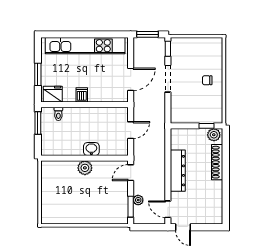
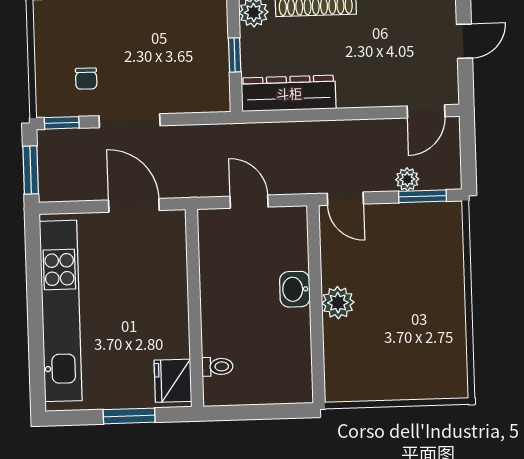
chair: (207, 80) -> (86, 79), moved
dishwasher: (82, 95) -> (172, 315), removed
window: (38, 123) -> (240, 412), removed
window: (207, 126) -> (235, 55), moved
dresser: (178, 171) -> (289, 93), moved
door: (183, 227) -> (464, 41), moved

